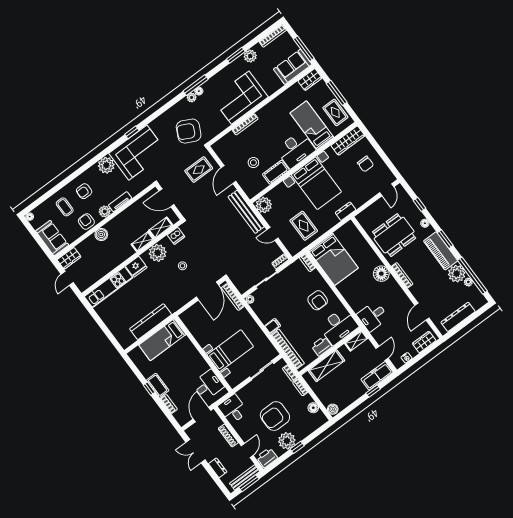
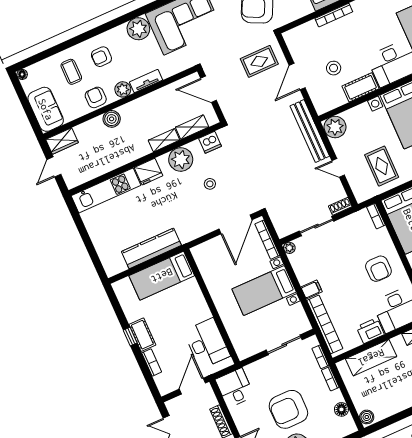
bed with nightstands: (230, 351) -> (264, 291), moved, turned 180
desk: (208, 385) -> (207, 343), width x1.37

